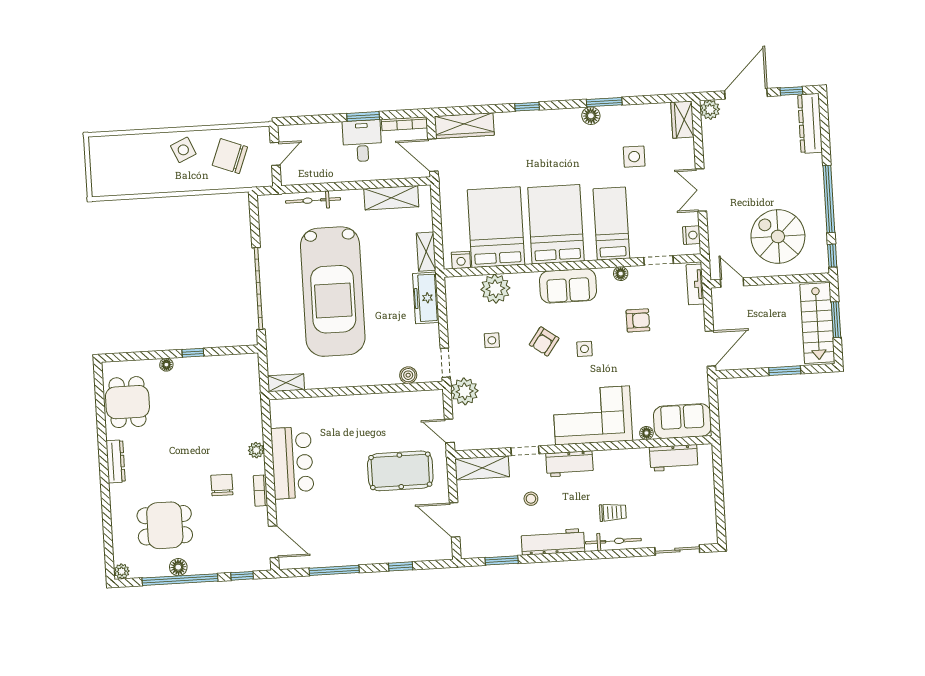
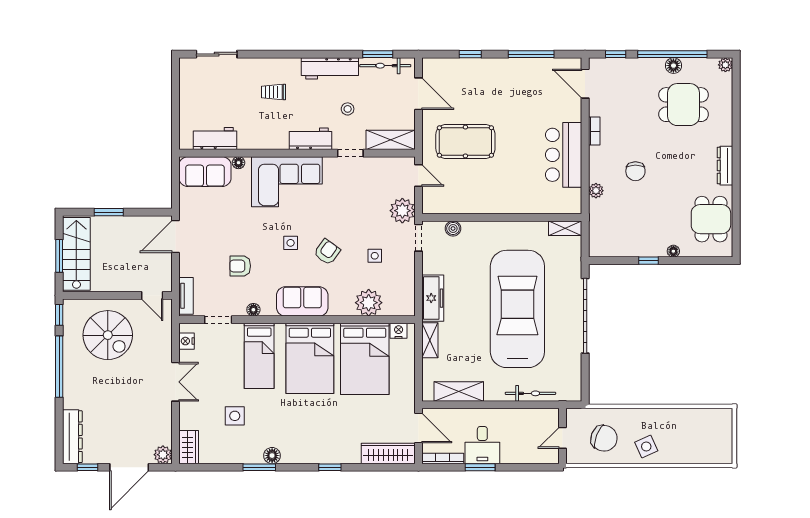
plant: (256, 450) -> (596, 191), moved
chair: (222, 485) -> (635, 171), moved
bicycle: (613, 541) -> (385, 66), moved

